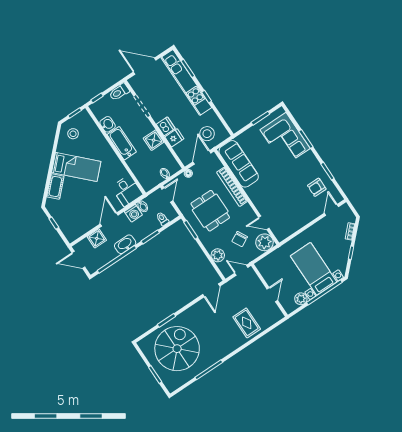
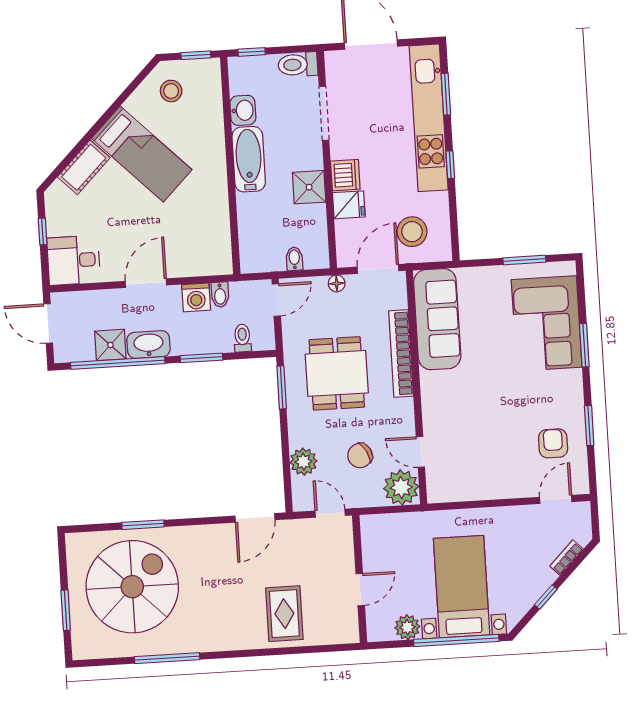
armchair: (317, 187) -> (553, 443), turned 90
desk: (127, 191) -> (74, 260), moved, turned 90
shower: (97, 238) -> (110, 345), moved

